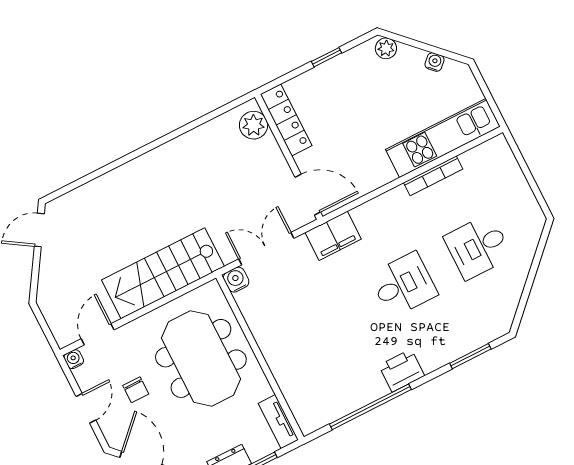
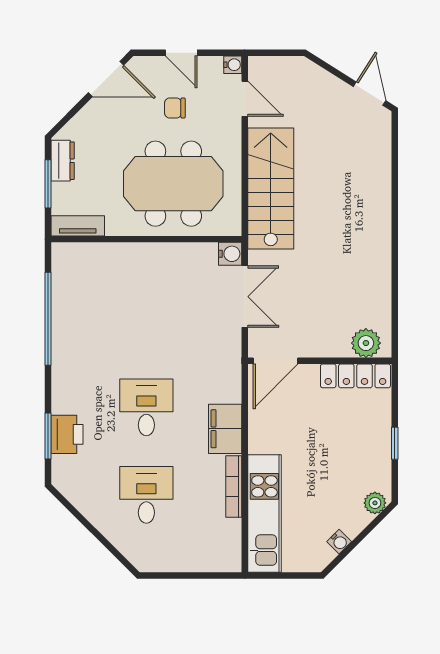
filing cabinet: (333, 236) -> (225, 429), moved
desk: (403, 285) -> (146, 407), turned 180
printer: (402, 371) -> (67, 434), moved

